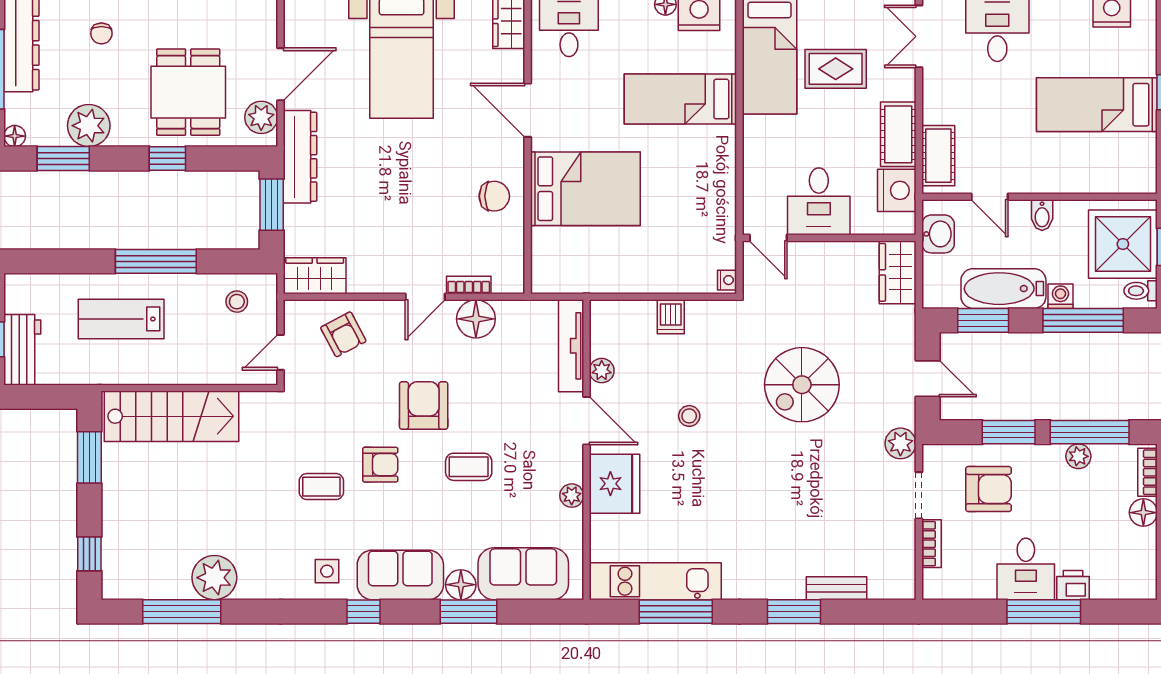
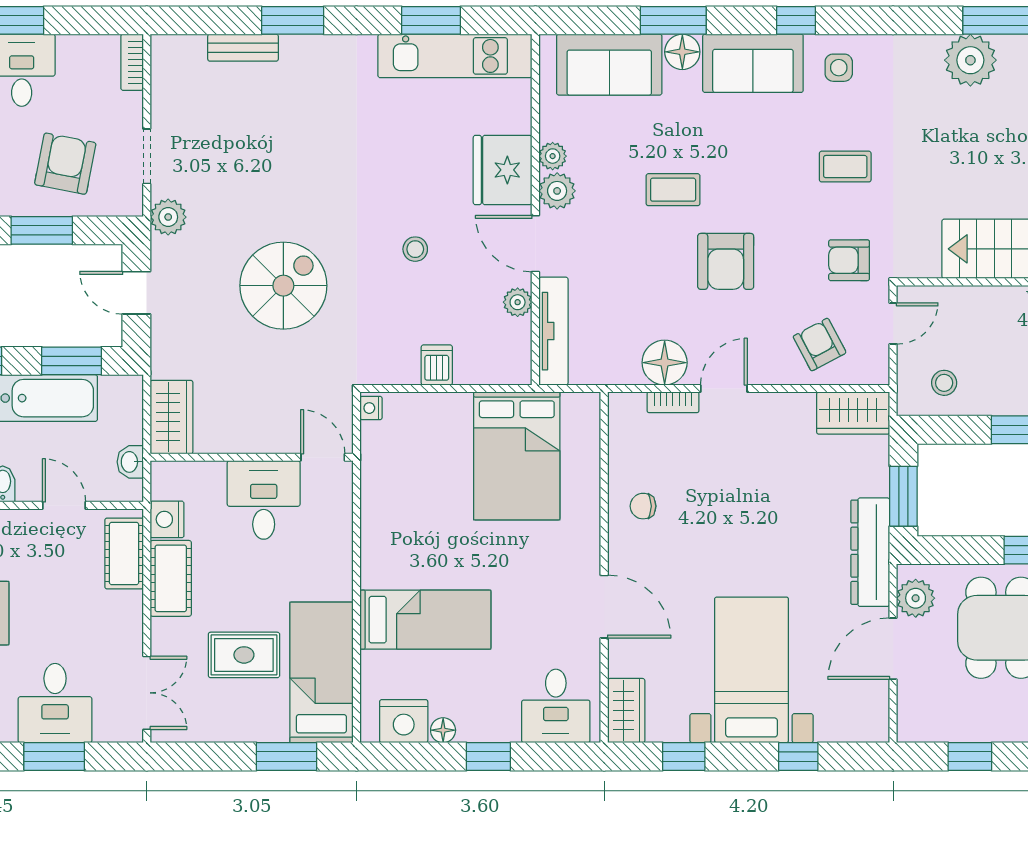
bed: (585, 189) -> (517, 456), moved, turned -90
nightstand: (897, 190) -> (167, 519), width x0.74, depth x0.75
chair: (494, 196) -> (643, 506), width x0.73, depth x0.73
washbasin: (938, 234) -> (130, 462), width x0.72, depth x0.69
armchair: (380, 465) -> (849, 260), moved
plant: (568, 466) -> (557, 191), added
armchair: (989, 489) -> (65, 164), turned 101
bookcase: (931, 544) -> (132, 62), moved
window: (676, 612) -> (431, 20), width x0.69

